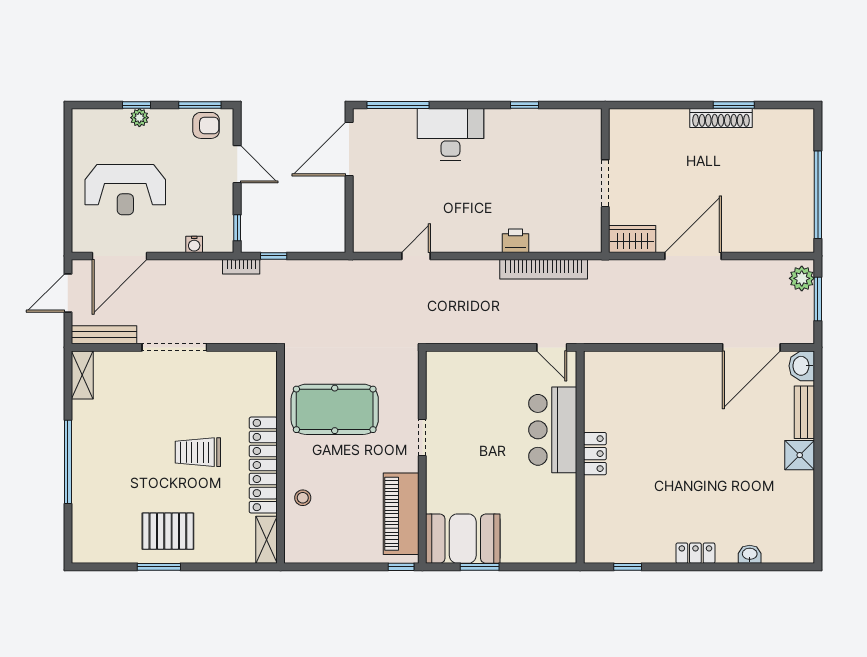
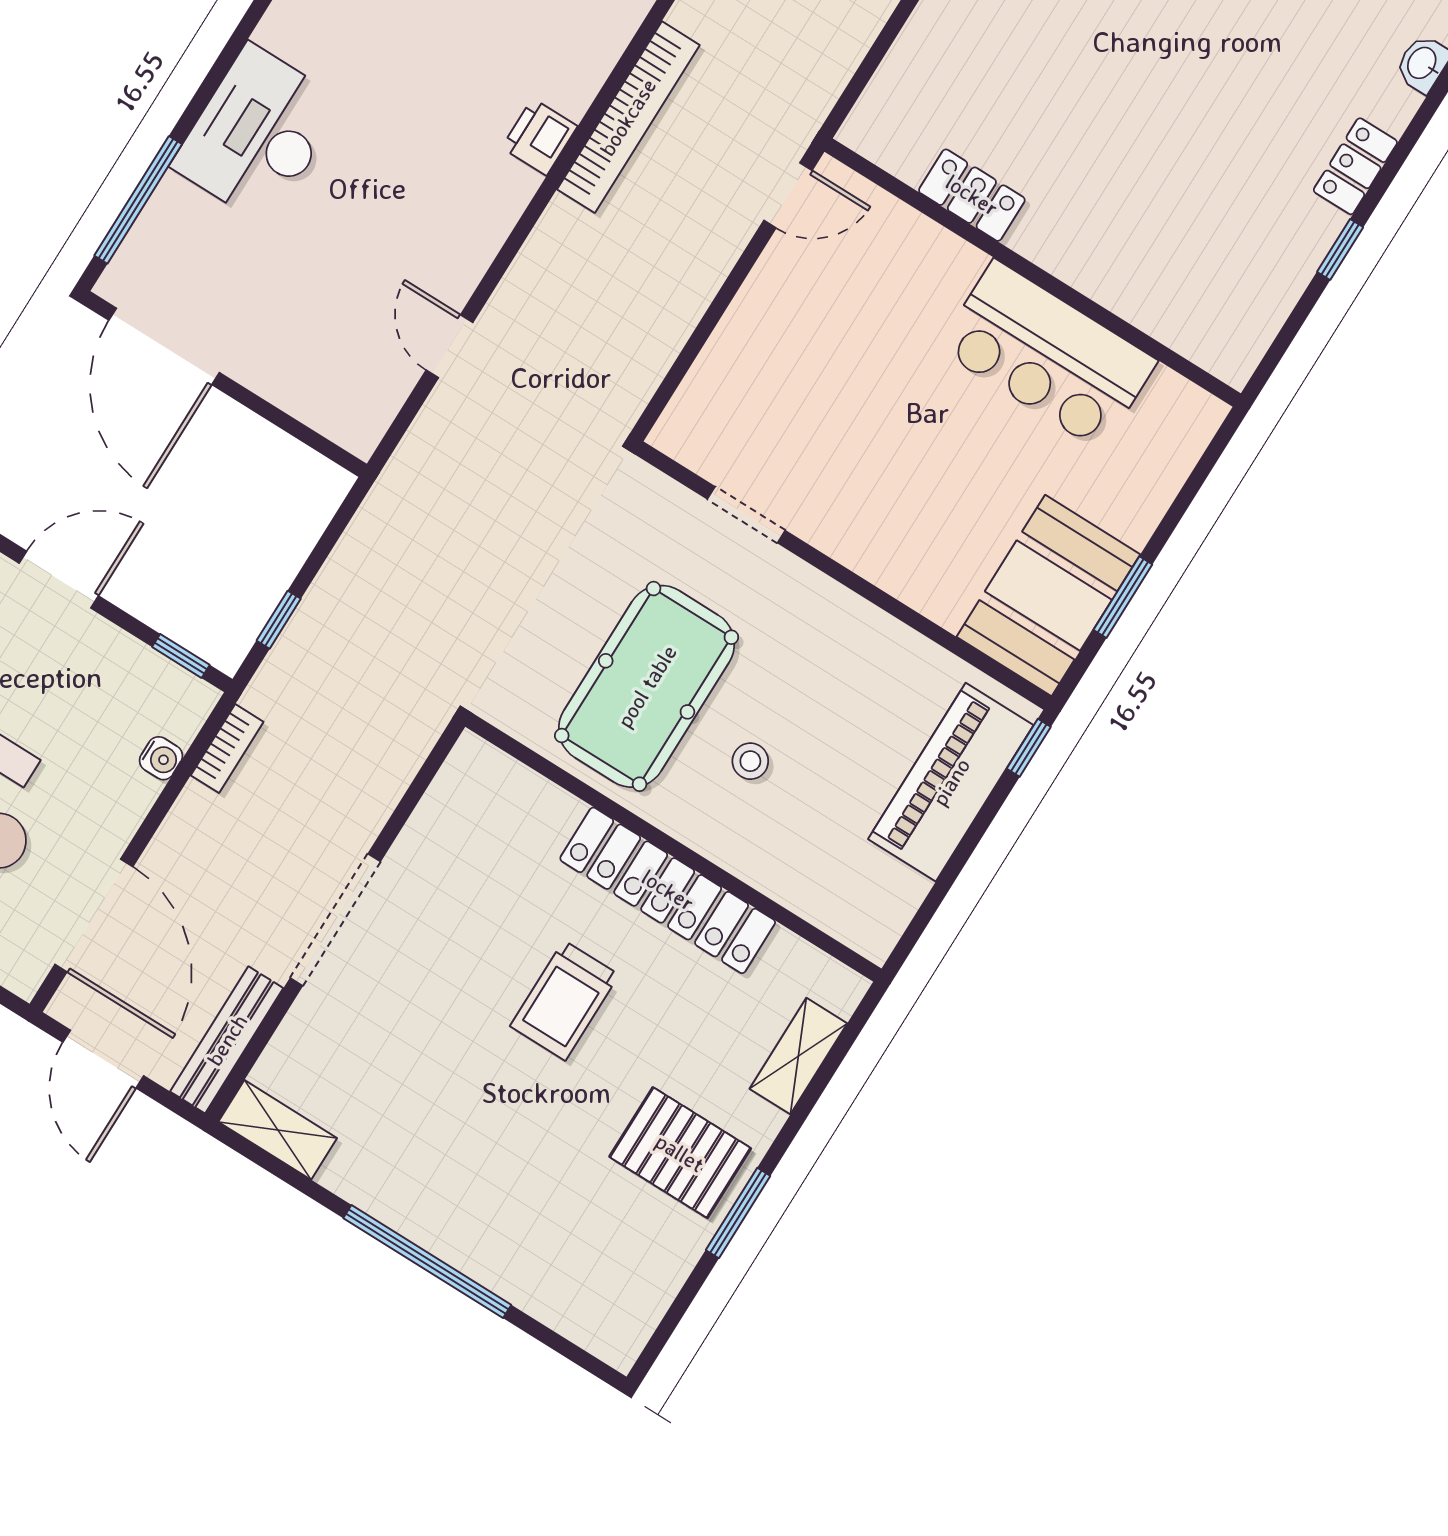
bookcase: (241, 267) -> (227, 749), moved
bar counter: (553, 430) -> (1048, 355), moved
doorway: (422, 438) -> (746, 515), moved
locker: (595, 454) -> (972, 195), moved
stool: (303, 498) -> (750, 761), moved
piano: (401, 514) -> (951, 782), moved, turned 90
pallet: (168, 531) -> (680, 1153), turned 90
shelving: (266, 540) -> (798, 1056), moved, turned 90
window: (628, 567) -> (1340, 249), moved

